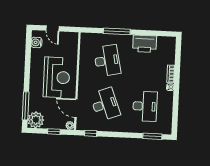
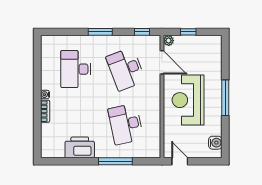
door: (53, 28) -> (180, 161), moved
window: (26, 106) -> (225, 98), moved
plant: (36, 120) -> (212, 46), removed
window: (152, 136) -> (100, 32), moved

